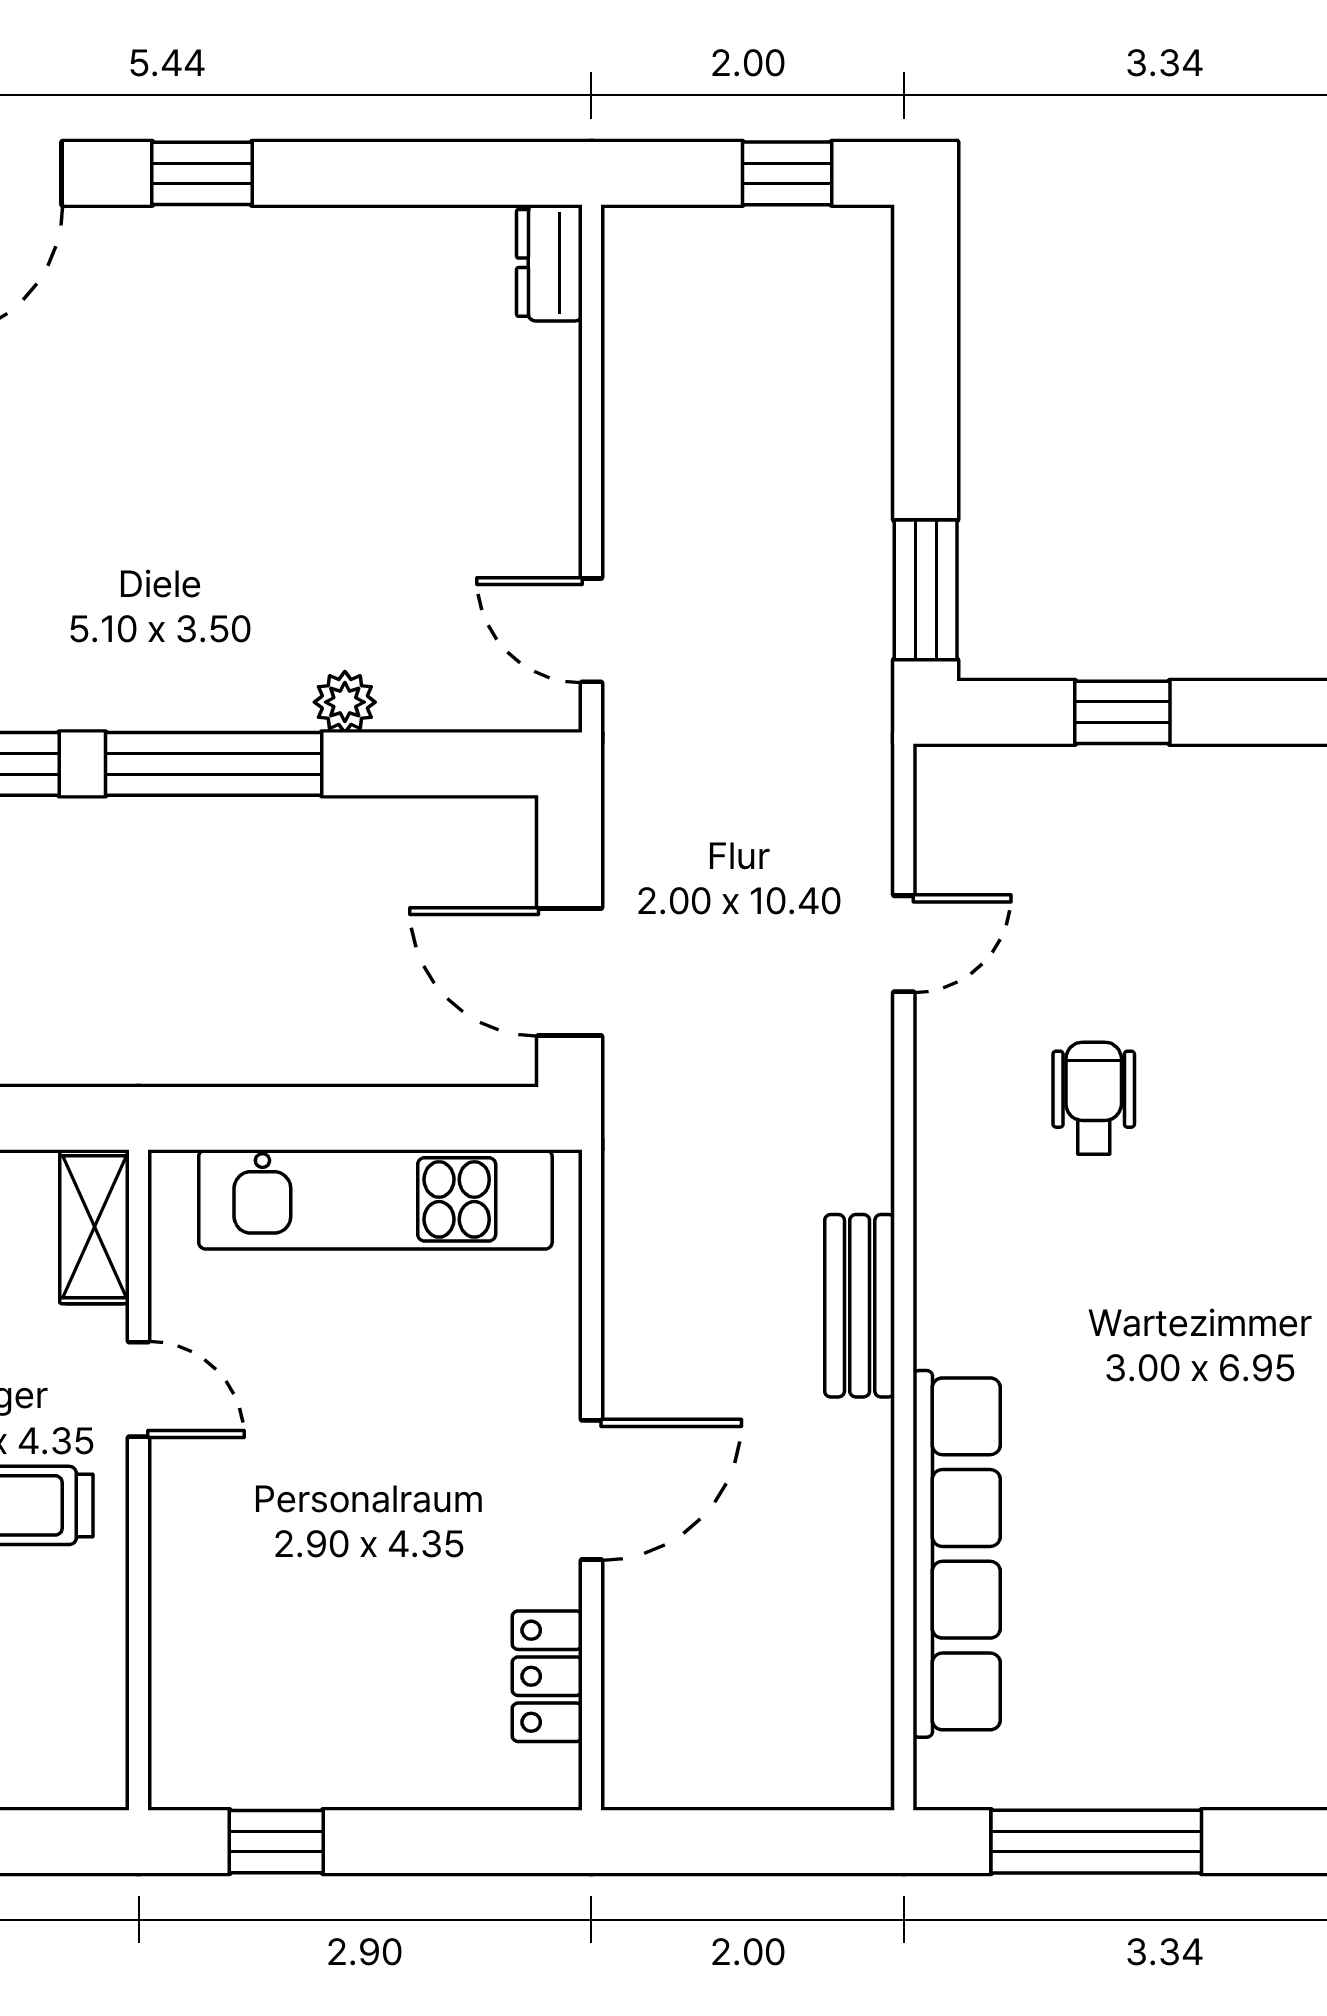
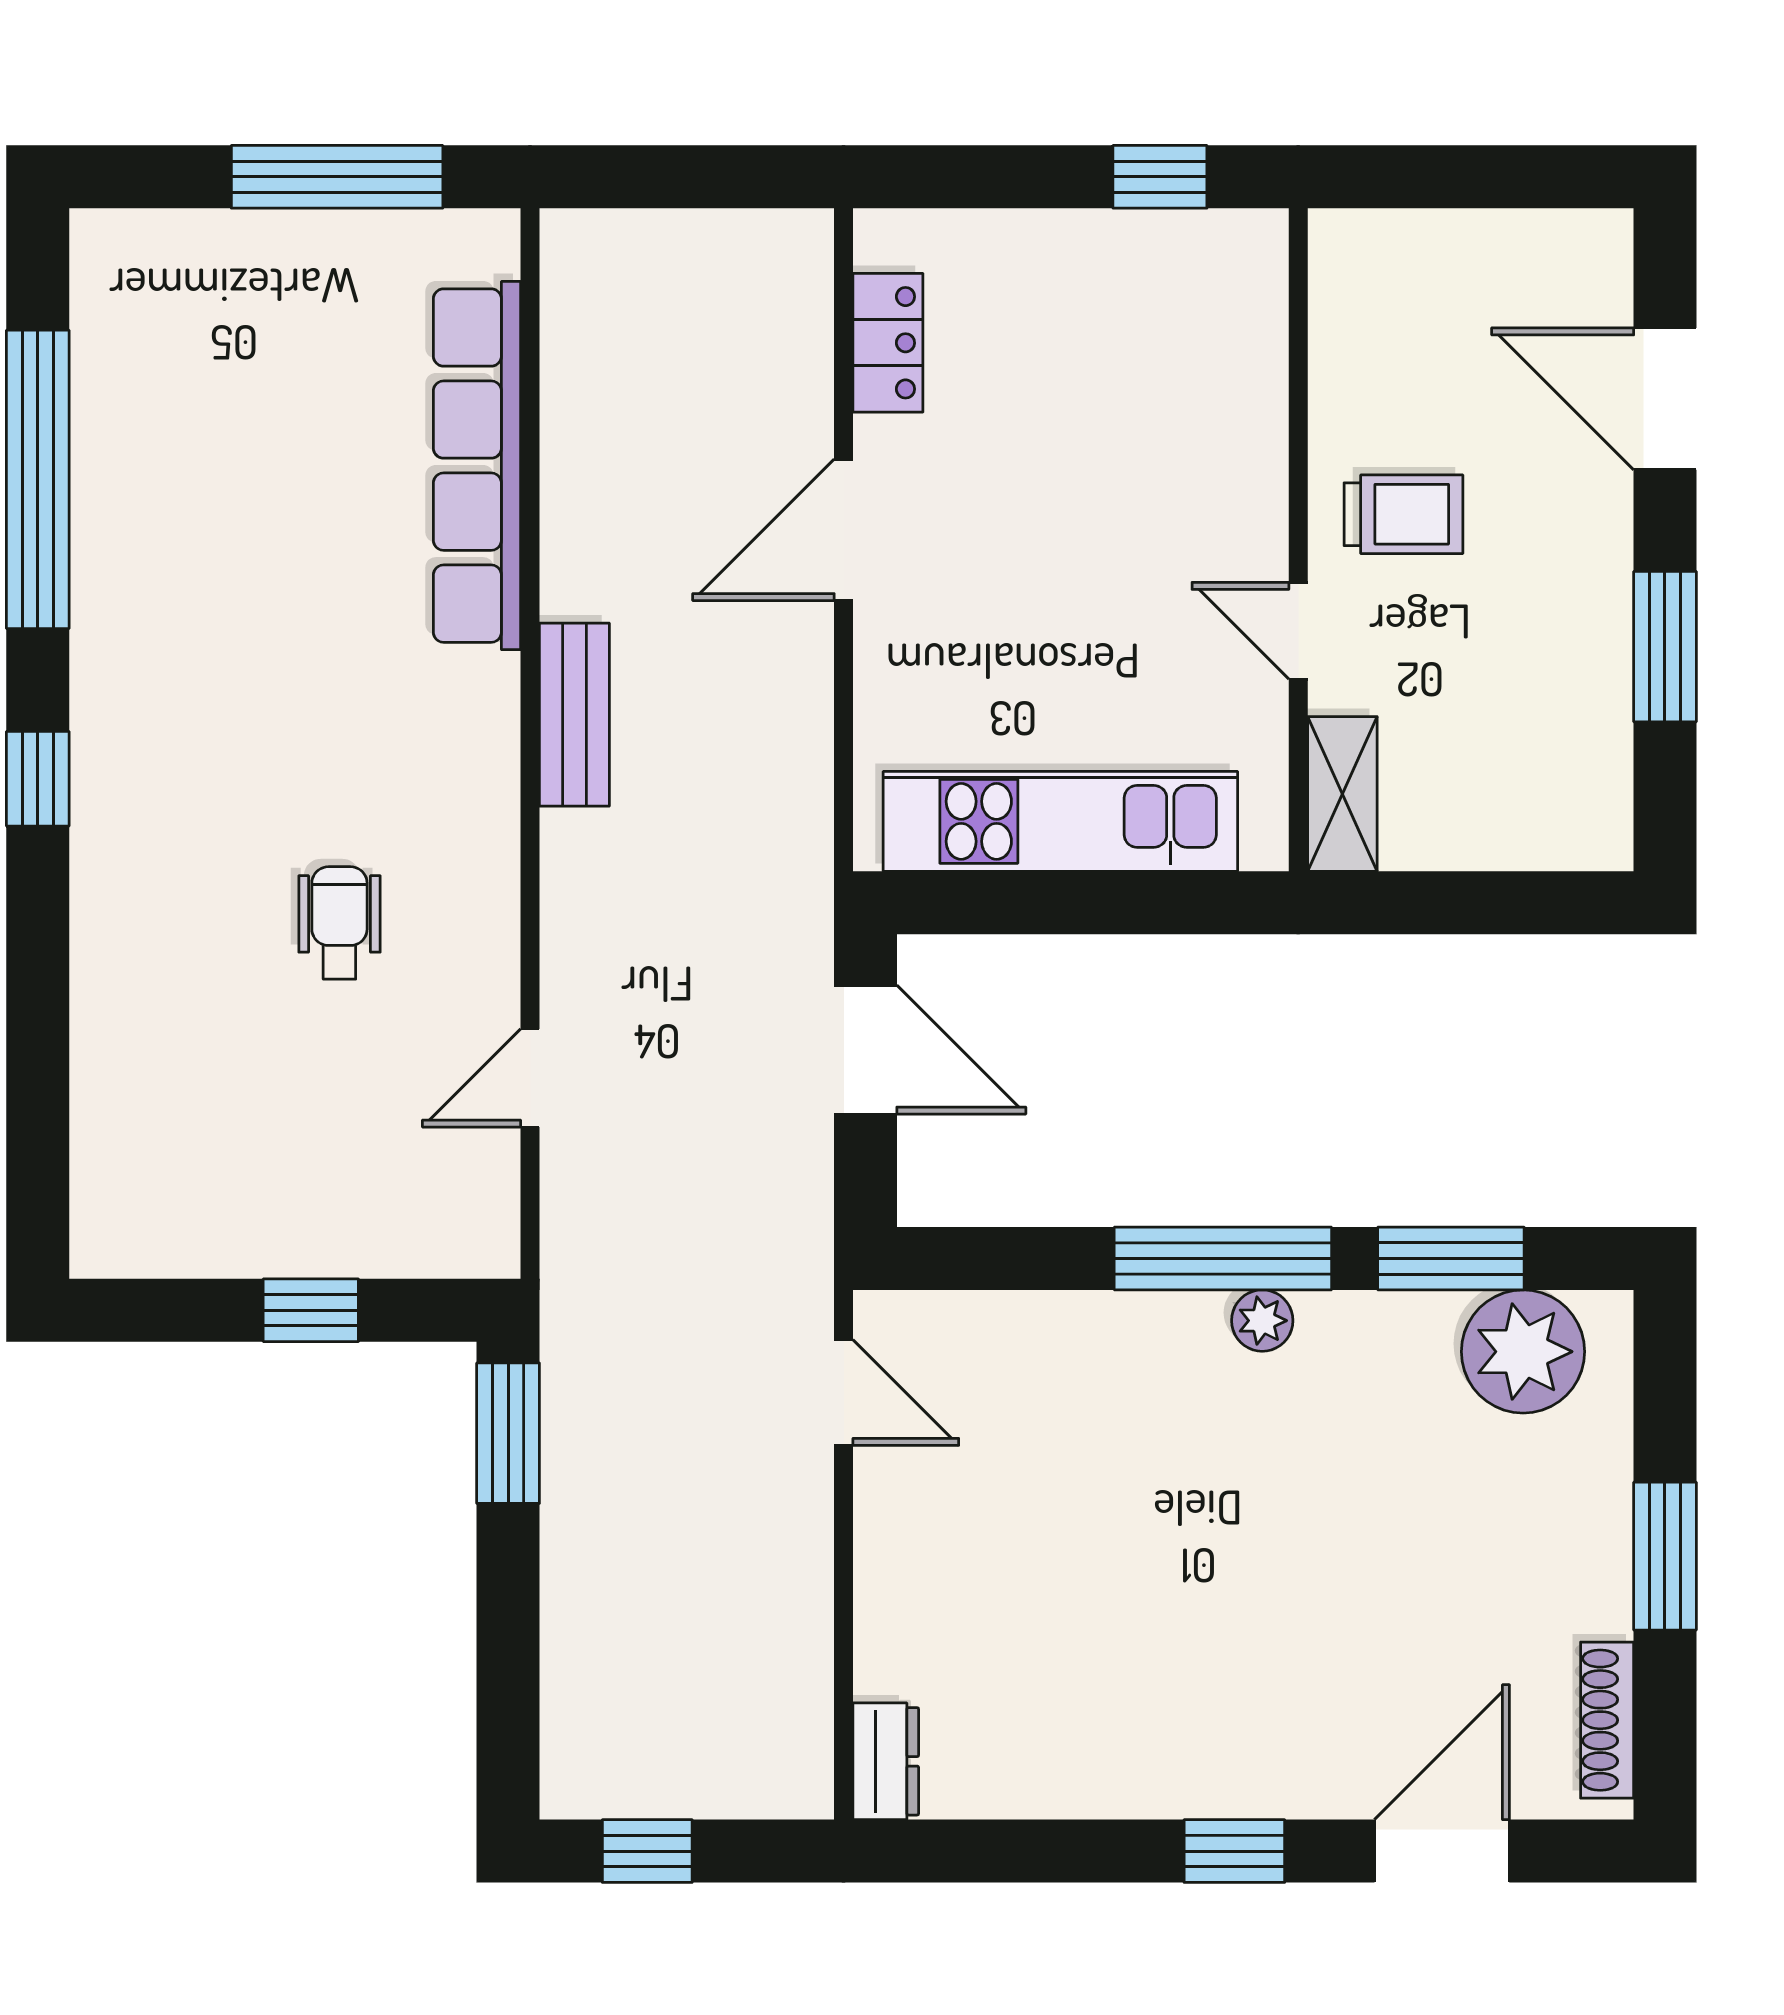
plant: (345, 702) -> (1262, 1321), moved
wheelchair: (1094, 1098) -> (339, 923), turned 180

